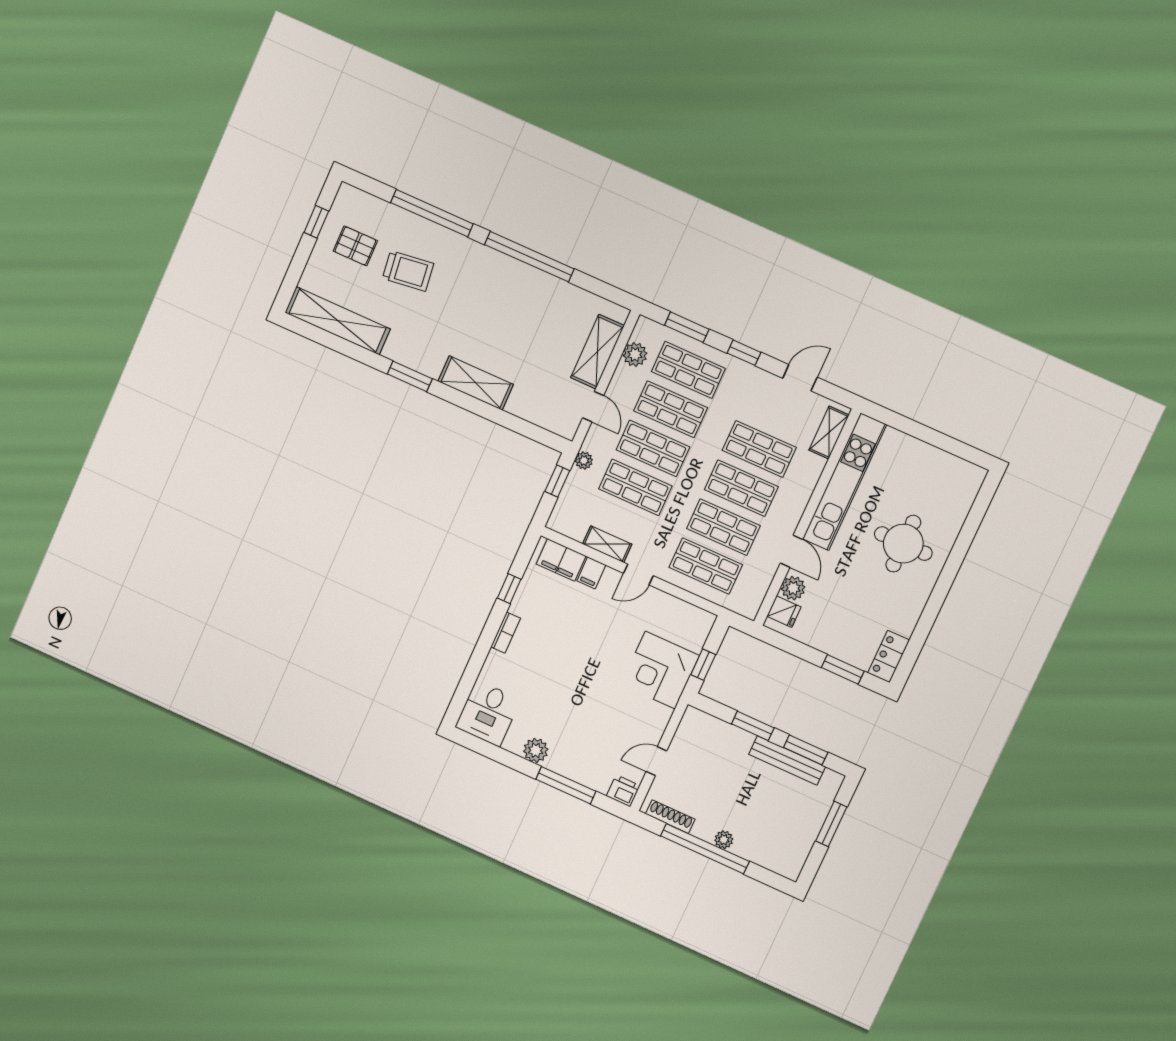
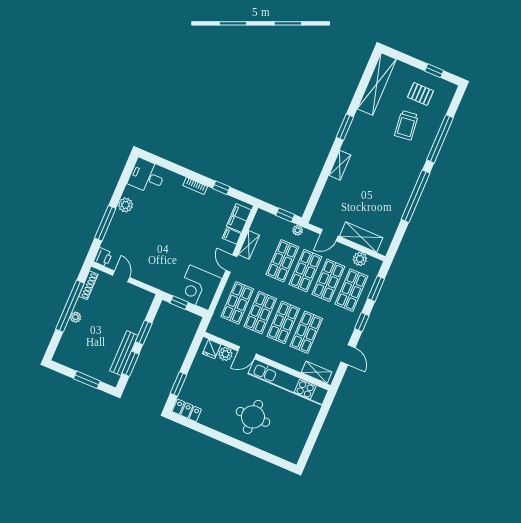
pallet: (355, 246) -> (421, 94), turned 90
shelving: (476, 383) -> (340, 165), width x0.67, depth x0.75
corner desk: (660, 670) -> (199, 288), moved, turned -90

